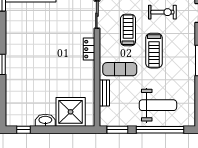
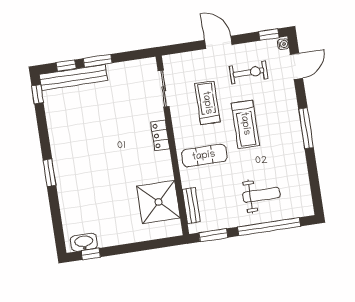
bench: (104, 93) -> (191, 206), moved
weight bench: (158, 105) -> (261, 195), width x0.73, depth x0.75
shower: (71, 112) -> (159, 202), moved
washbasin: (45, 120) -> (84, 242), moved

